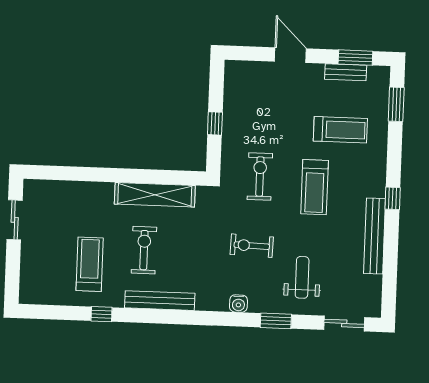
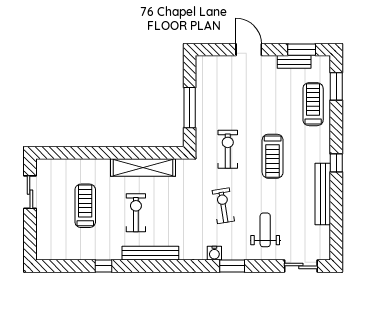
window: (215, 123) -> (190, 108), width x2.17
treadmill: (340, 130) -> (313, 104), moved, turned -90
exercise bike: (252, 246) -> (223, 206), turned 79
treadmill: (90, 264) -> (85, 206), moved
window: (276, 321) -> (232, 266), moved

